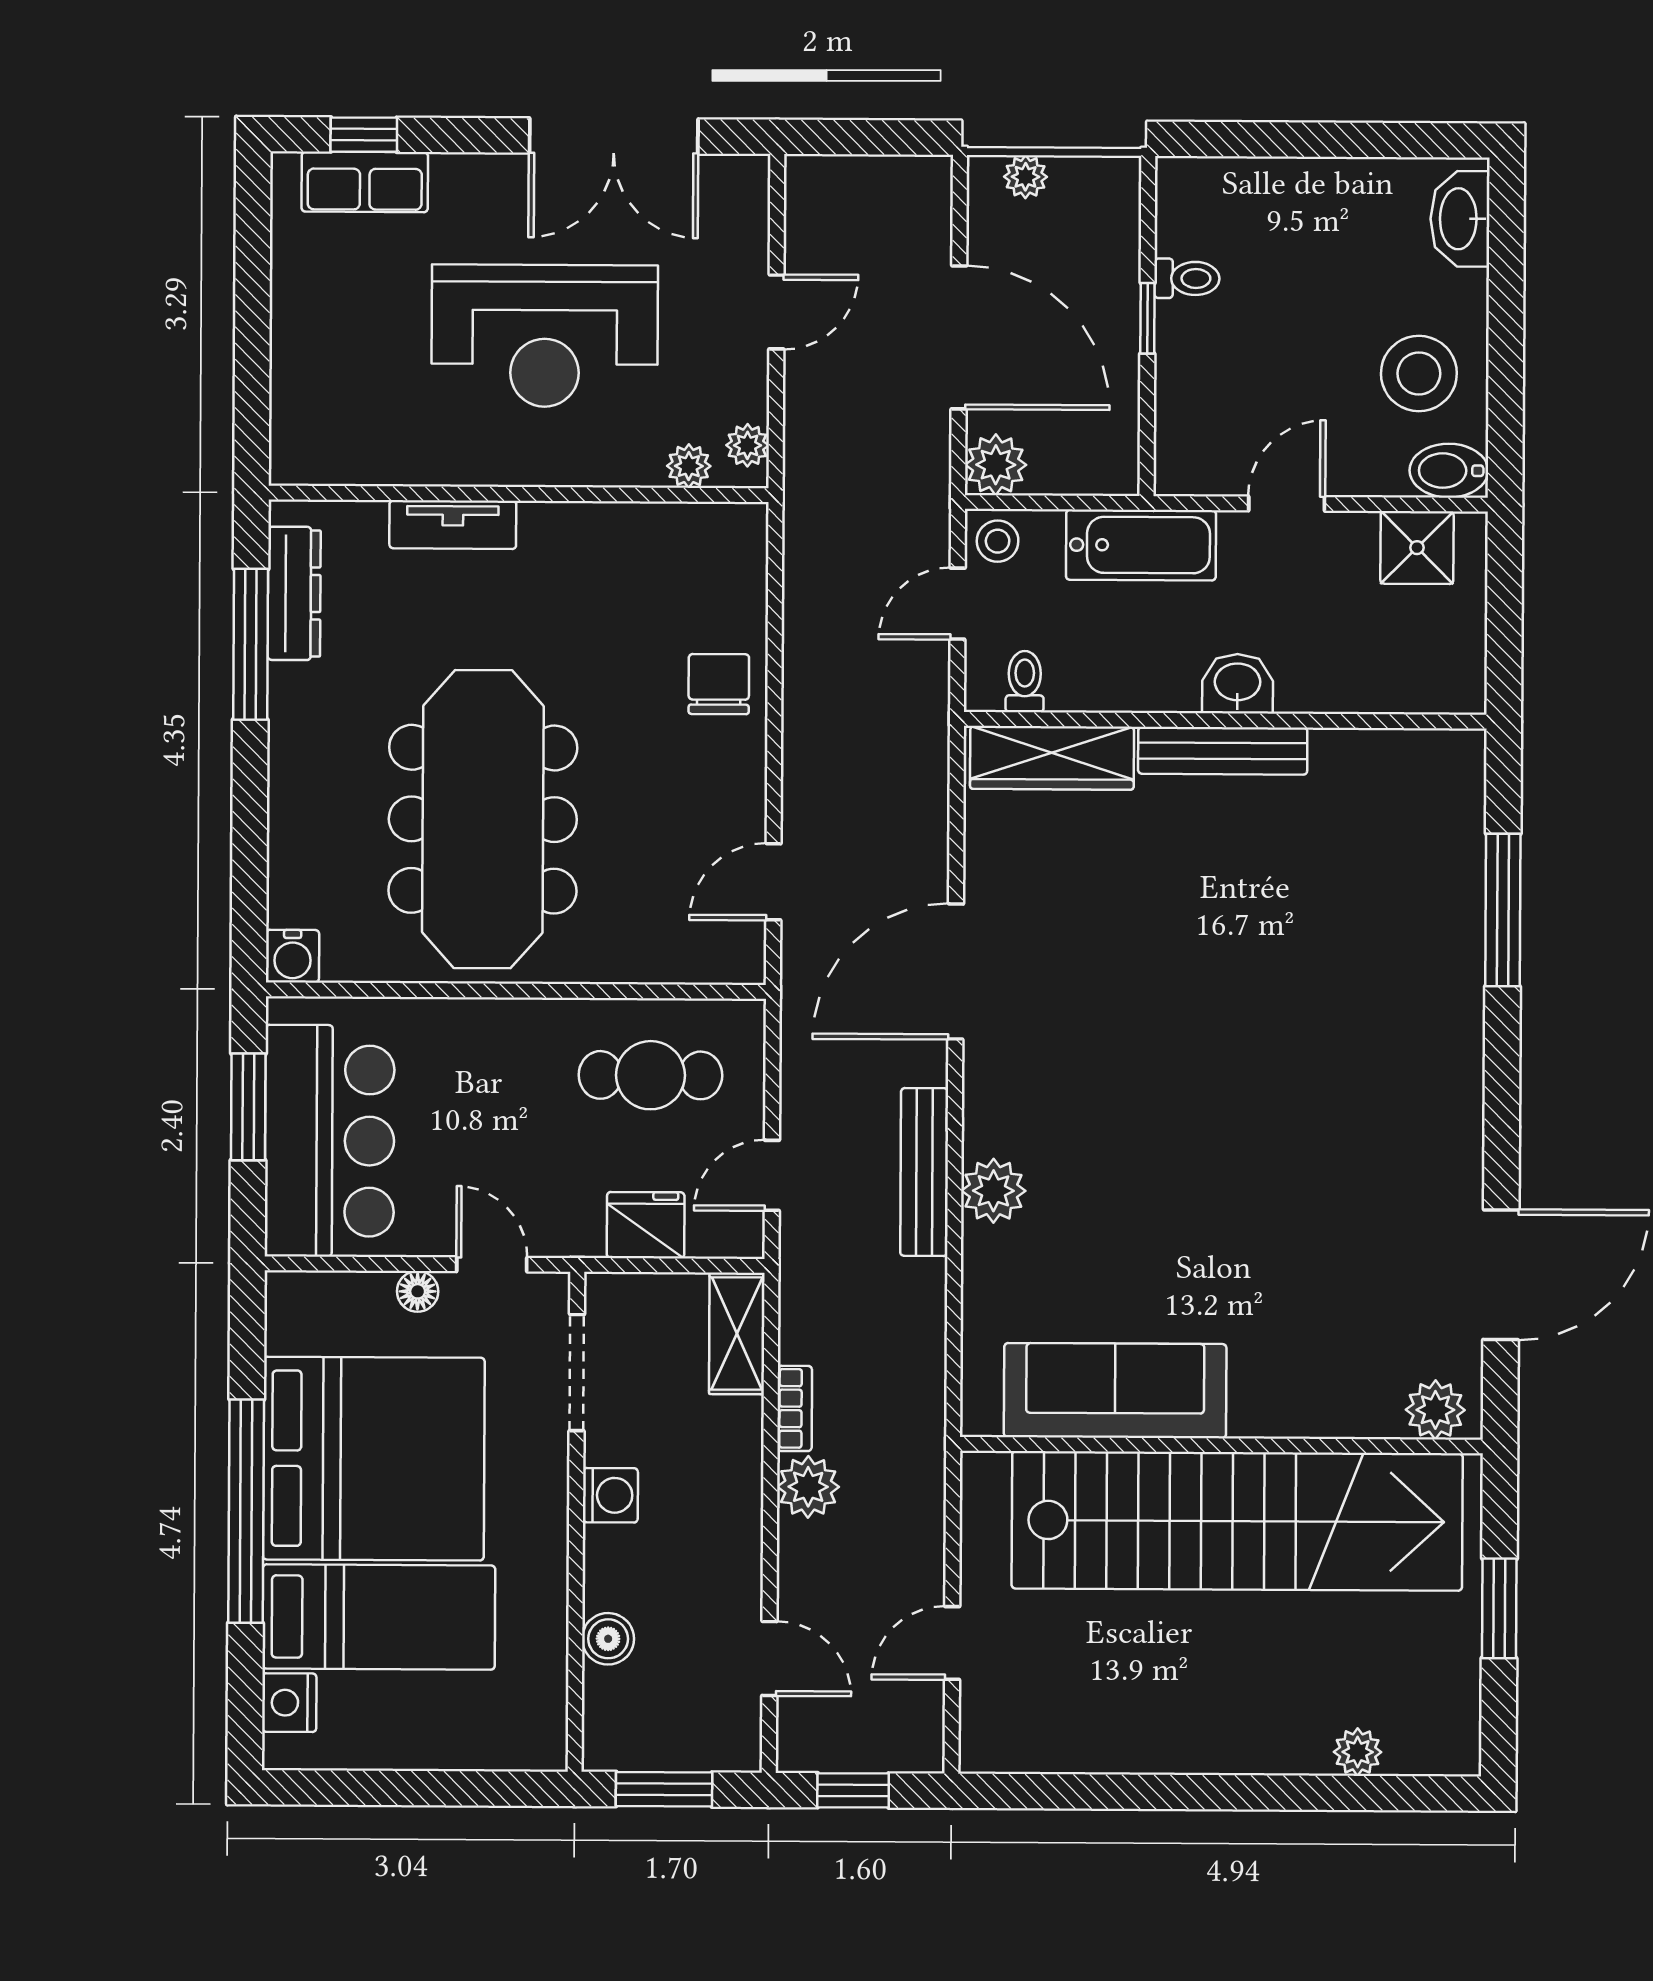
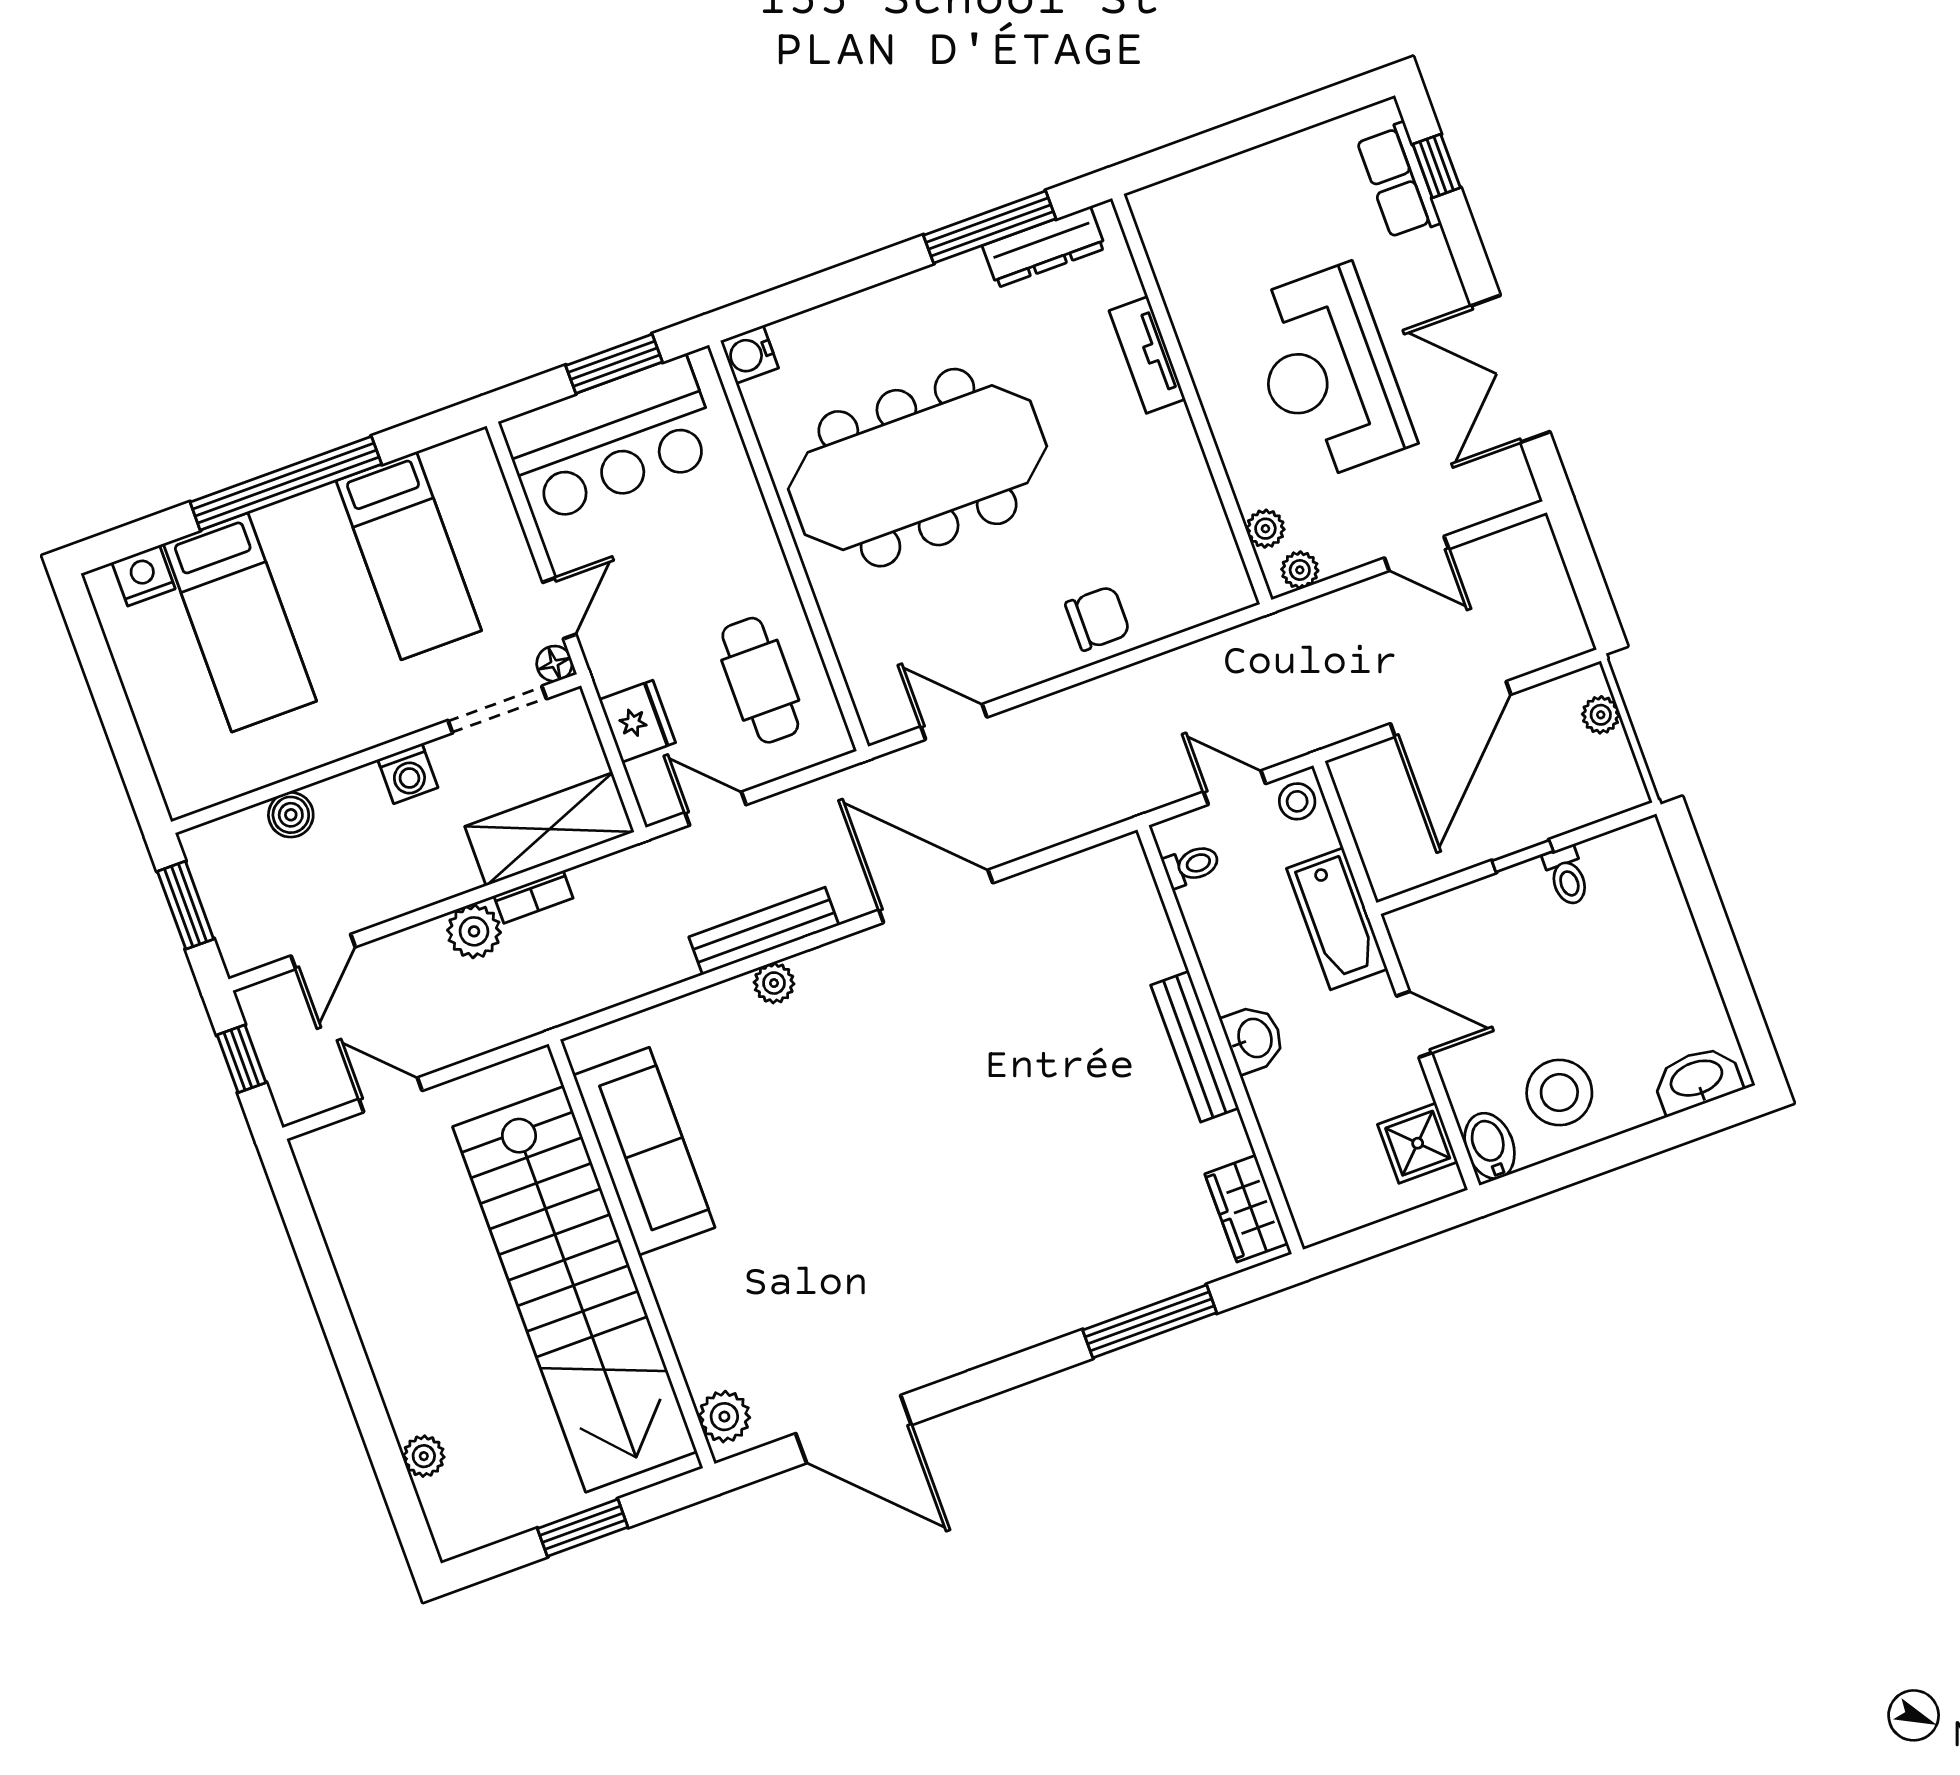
plant: (996, 465) -> (1359, 777), removed
wardrobe: (1052, 758) -> (1246, 1209), moved, width x0.67
plant: (993, 1191) -> (774, 983), width x0.73, depth x0.73
floor lamp: (418, 1291) -> (554, 664), moved
shelving: (737, 1333) -> (549, 829), width x1.50, depth x1.33
bed: (374, 1459) -> (409, 556), width x0.49

